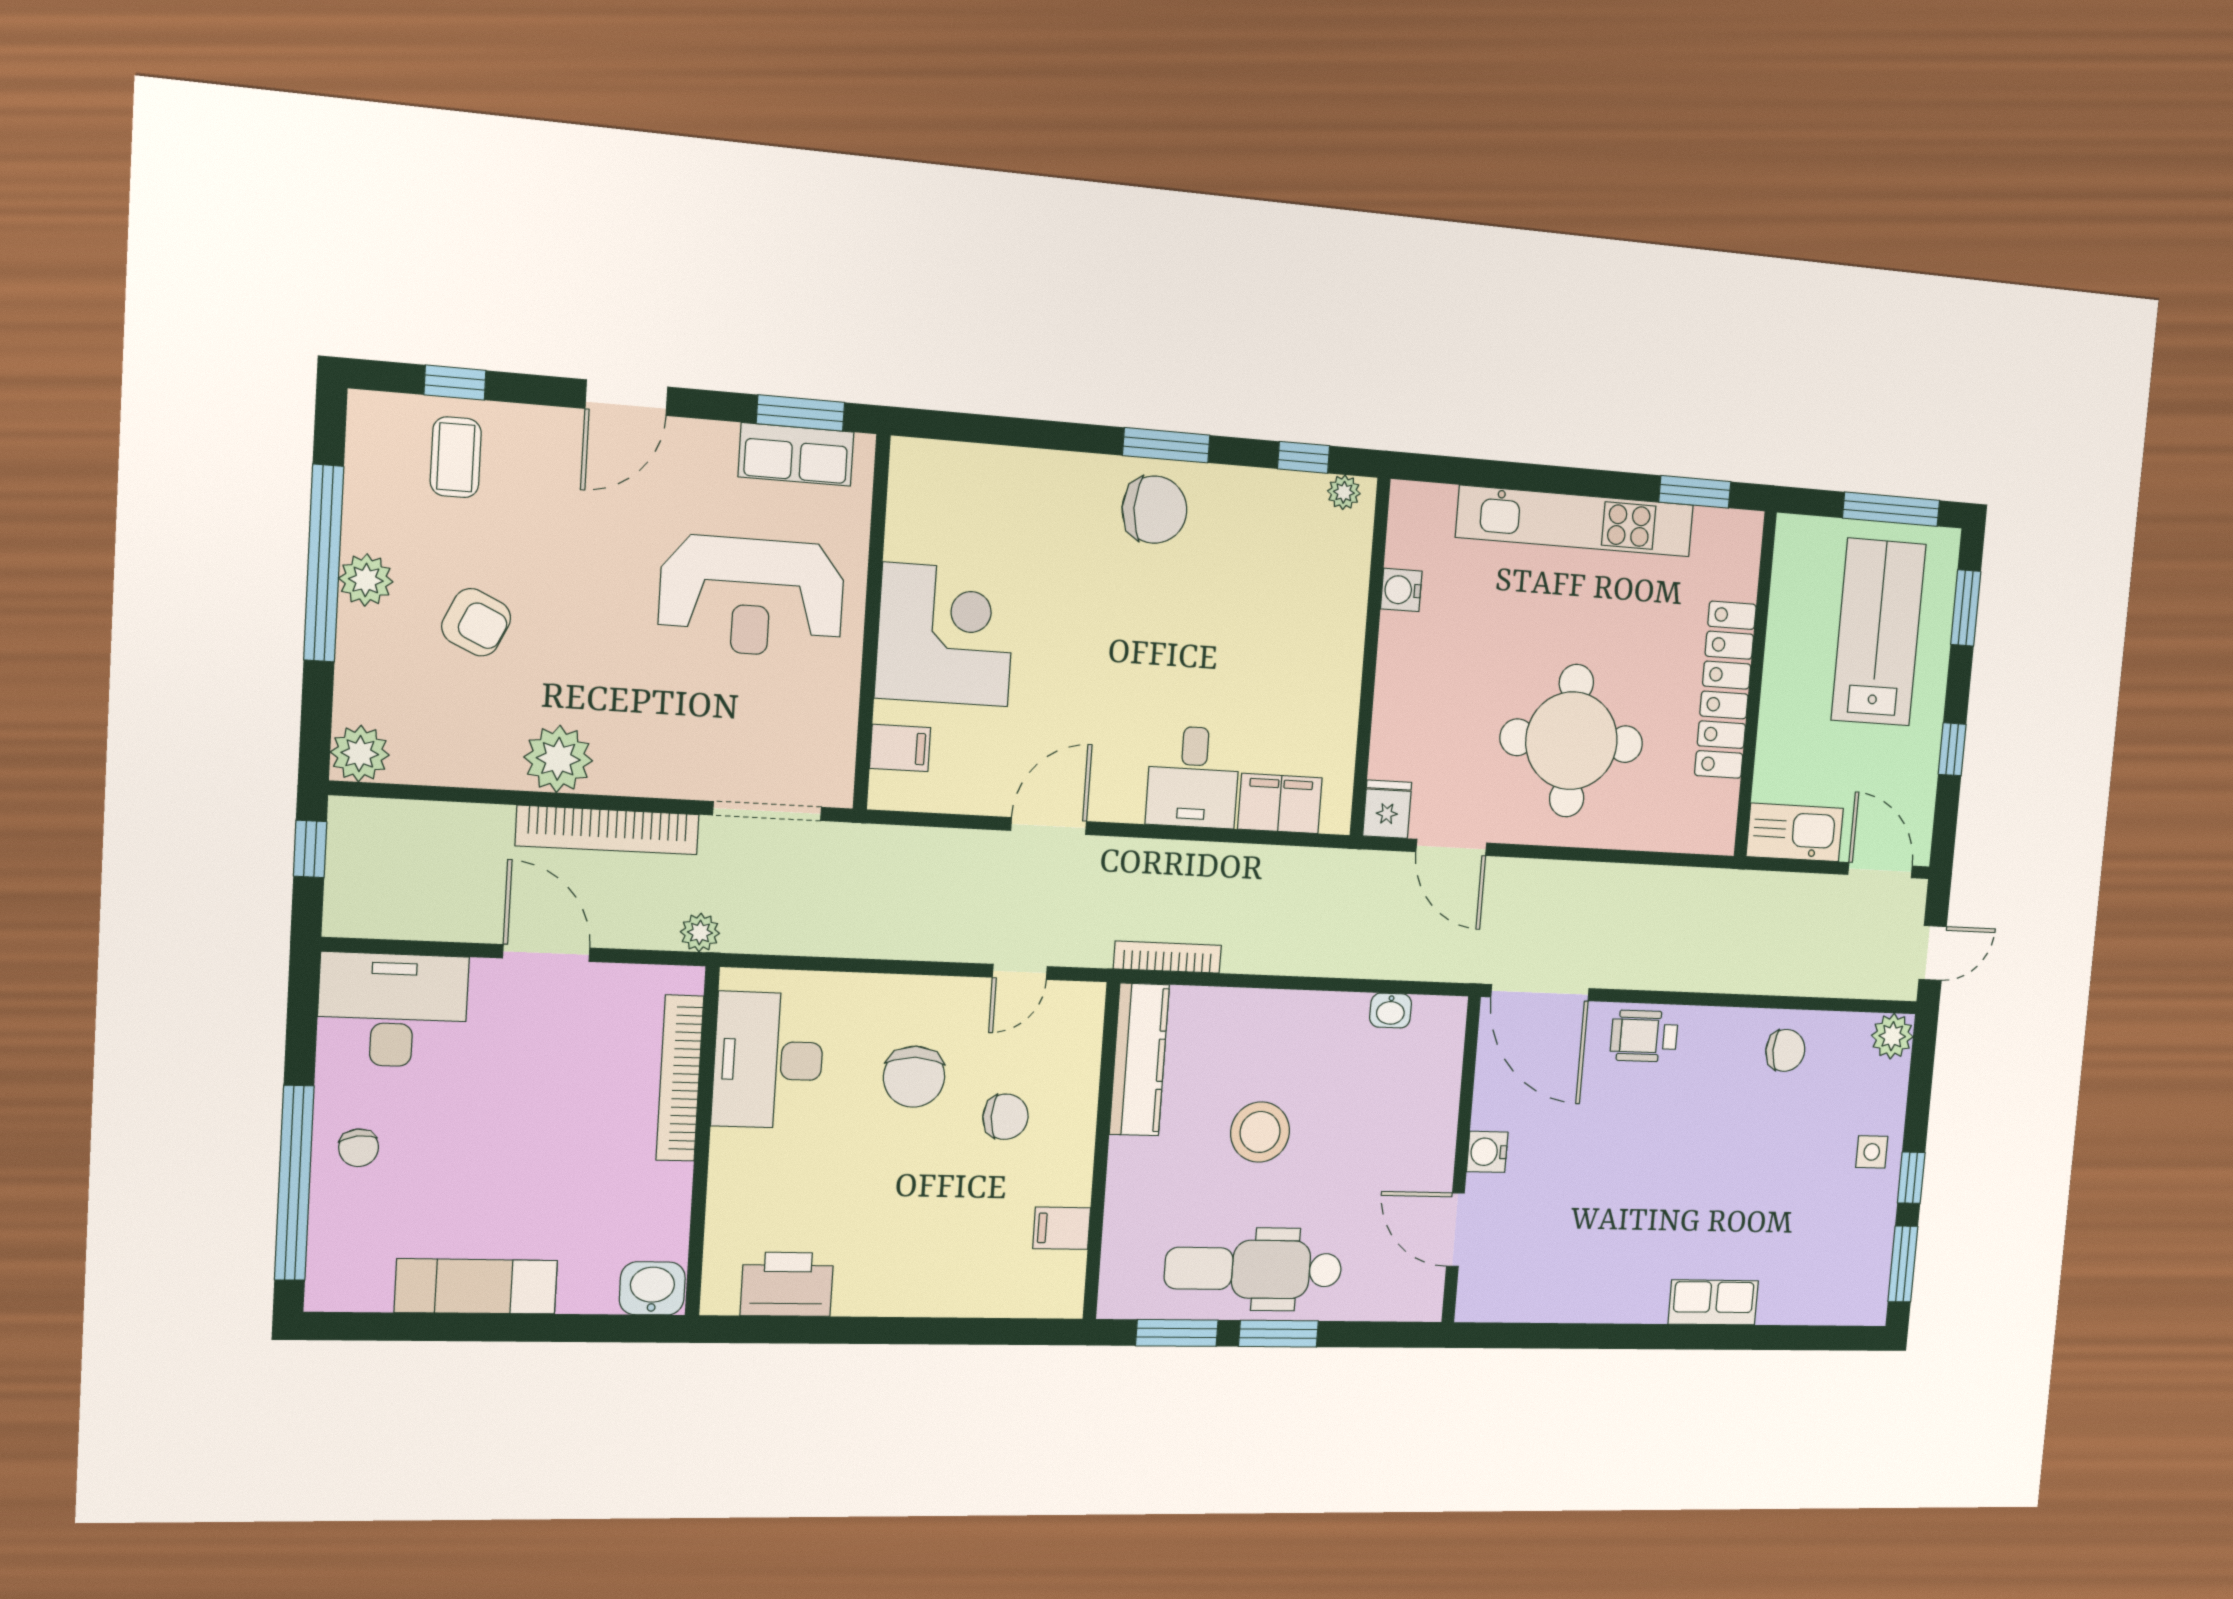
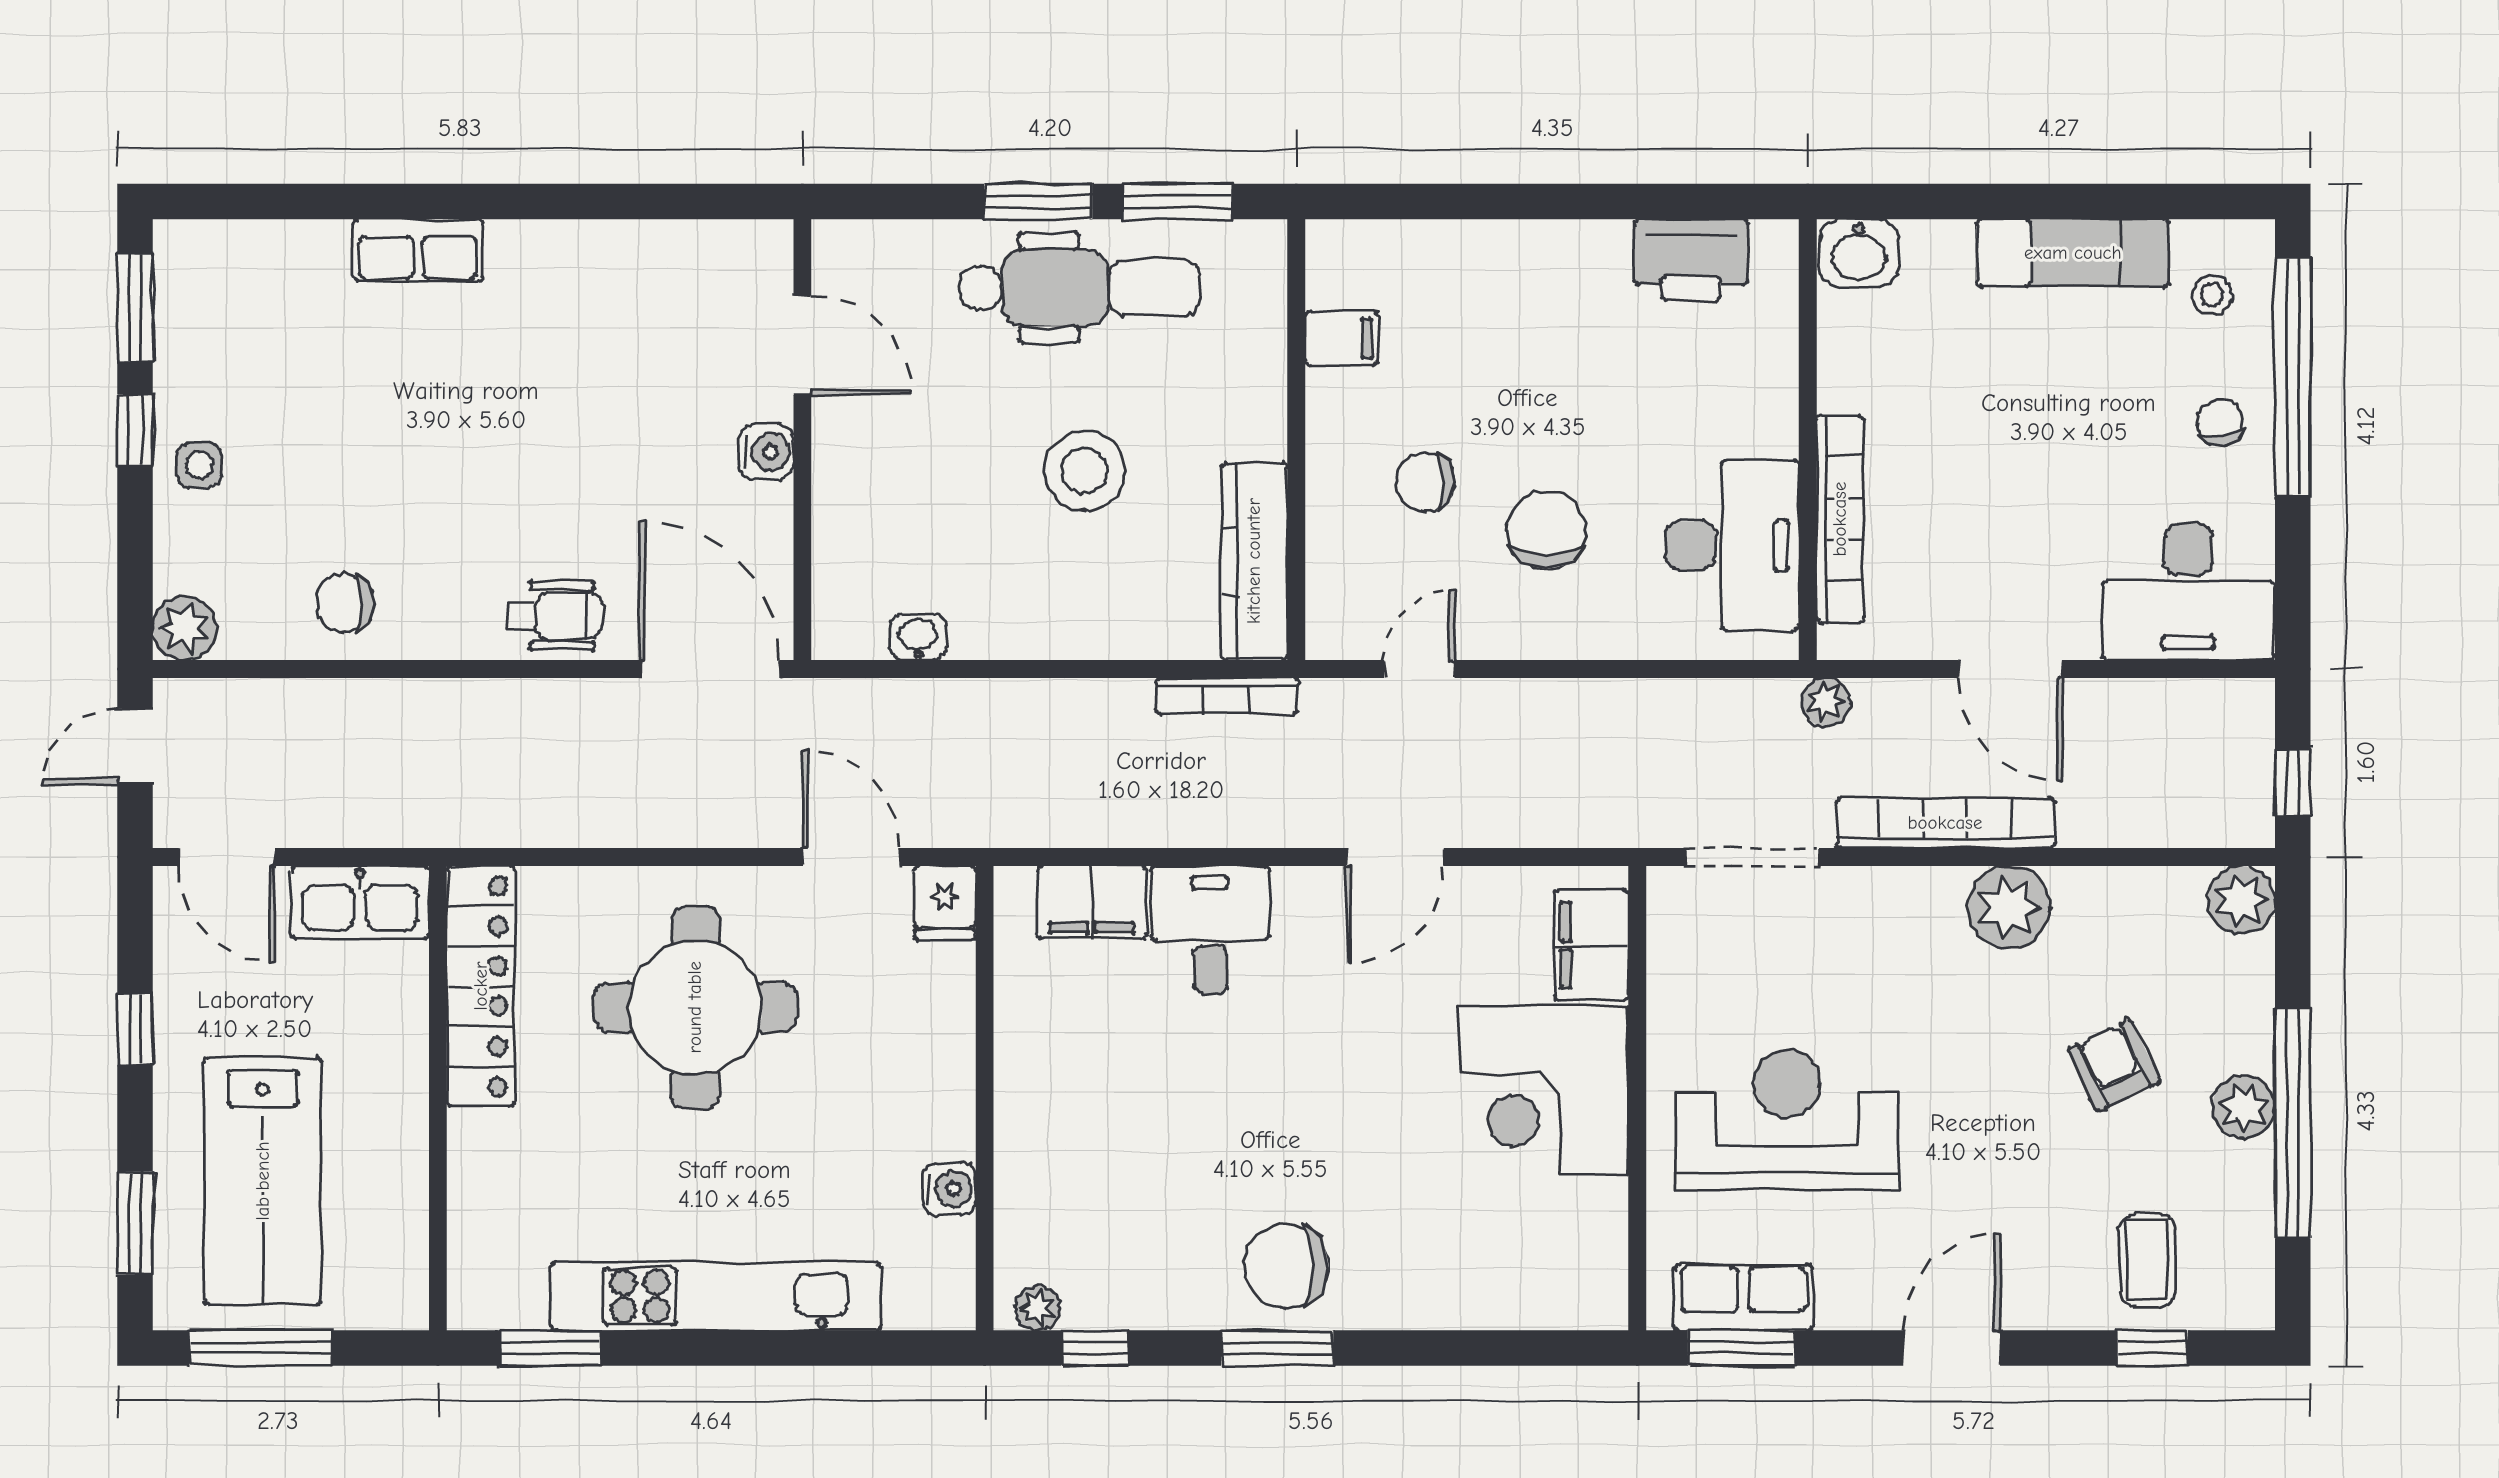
armchair: (476, 622) -> (2114, 1066), turned 39
locker: (1725, 690) -> (481, 986), moved
filing cabinet: (900, 748) -> (1591, 945), width x2.00
stool: (360, 1251) -> (2212, 295), added

